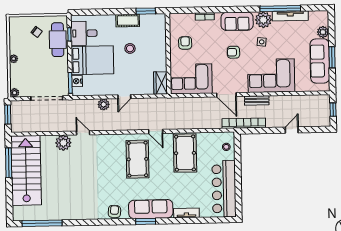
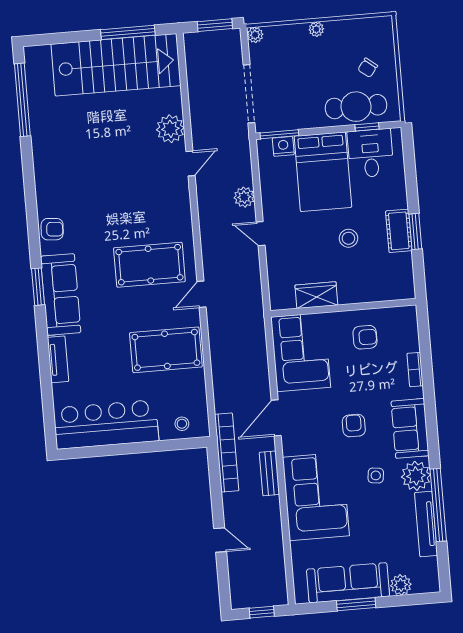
window: (146, 11) -> (415, 231), moved
wardrobe: (160, 83) -> (316, 295), moved

